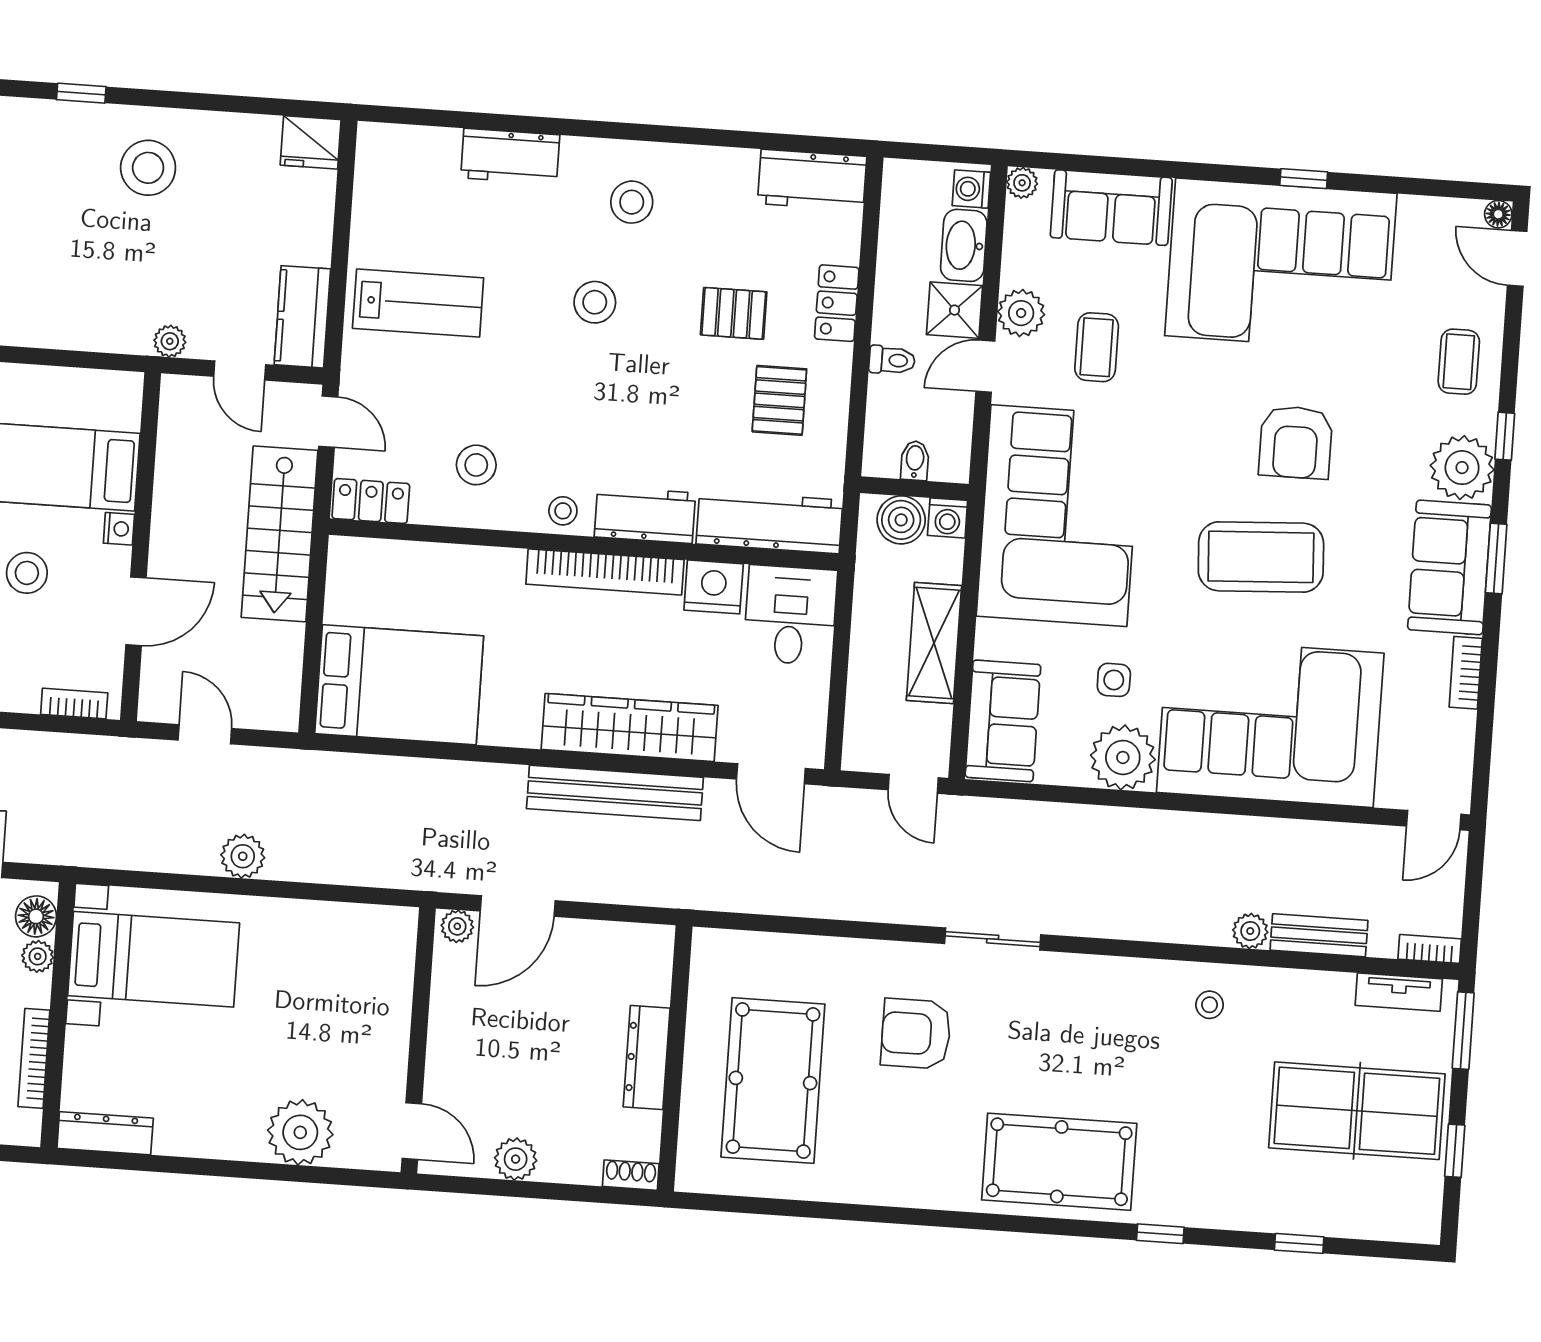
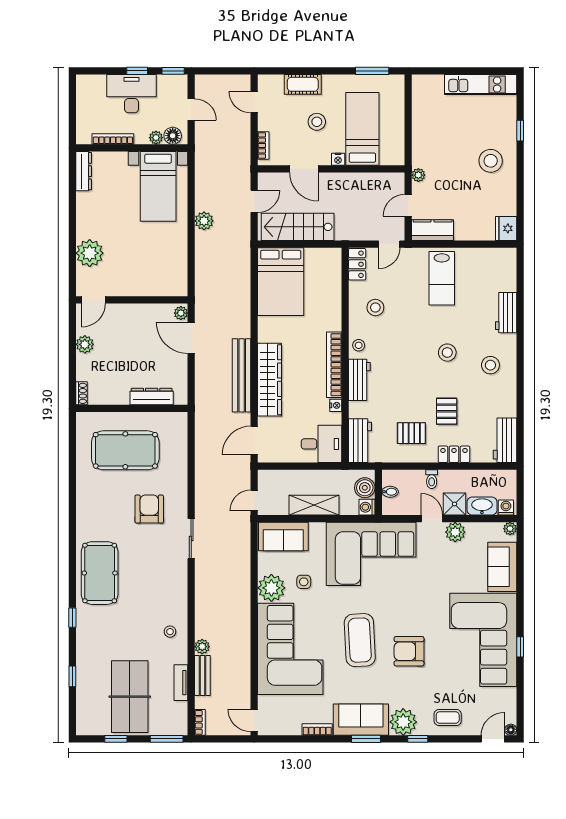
coffee table: (1097, 347) -> (443, 565), removed
workbench: (769, 522) -> (360, 441), width x0.73
stairs: (280, 534) -> (298, 227), moved
nightstand: (714, 587) -> (336, 405), width x0.53, depth x0.56
tv unit: (1399, 992) -> (181, 683), moved
dresser: (647, 1058) -> (152, 397), moved

